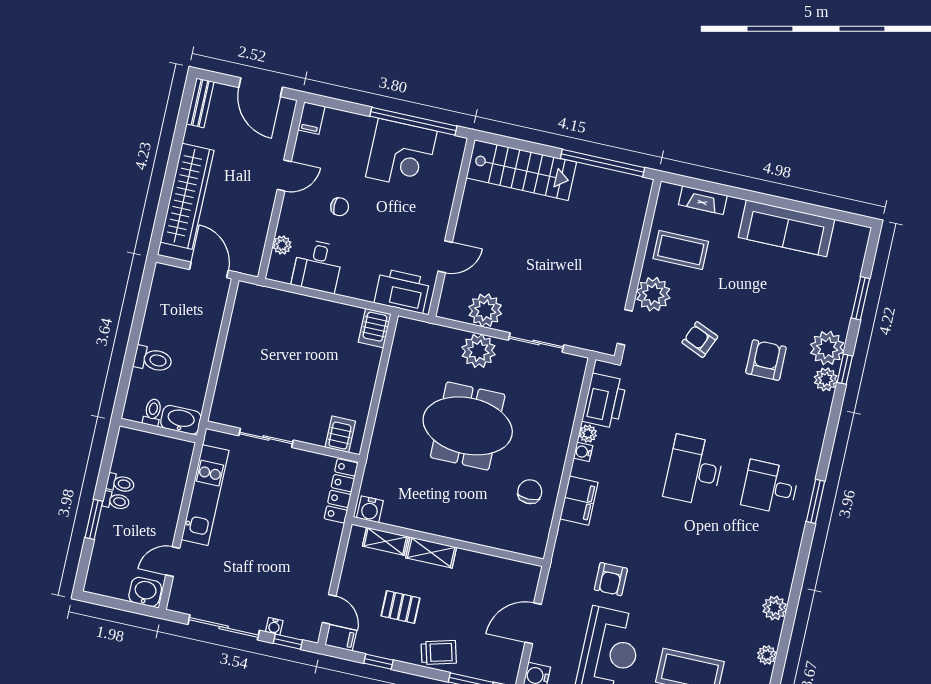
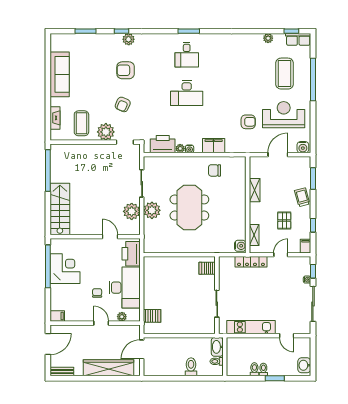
door: (284, 176) -> (101, 323), moved
desk: (318, 266) -> (125, 288), width x1.87, depth x1.30
server rack: (375, 328) -> (152, 316), moved
plant: (827, 348) -> (113, 42), removed
locker: (341, 491) -> (251, 262), moved
shelving: (431, 553) -> (255, 190), moved
washbasin: (145, 592) -> (304, 365), moved
plant: (775, 608) -> (245, 40), removed
door: (329, 609) -> (281, 255), moved
door: (533, 623) -> (278, 155), swing flipped

